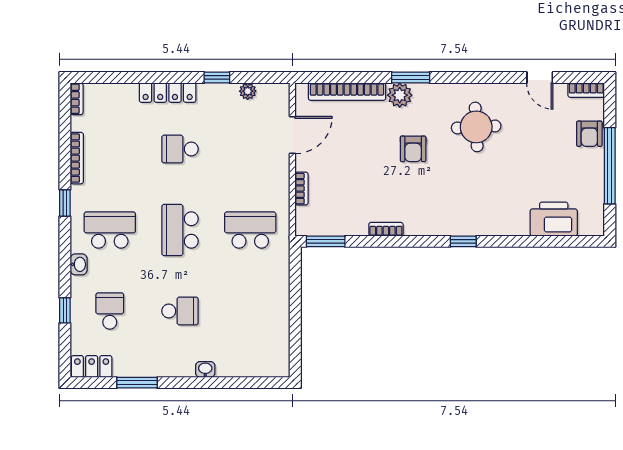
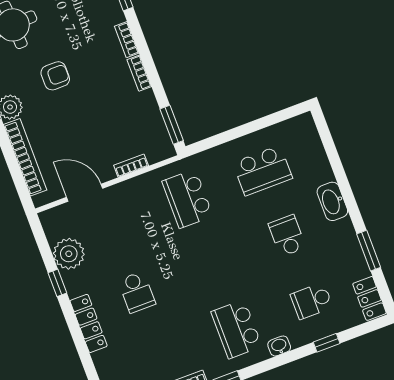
plant: (248, 91) -> (69, 254), width x1.88, depth x1.88
bookcase: (422, 229) -> (127, 40), added
school desk: (180, 230) -> (263, 170), moved
washbasin: (205, 369) -> (332, 201), width x1.91, depth x1.45

